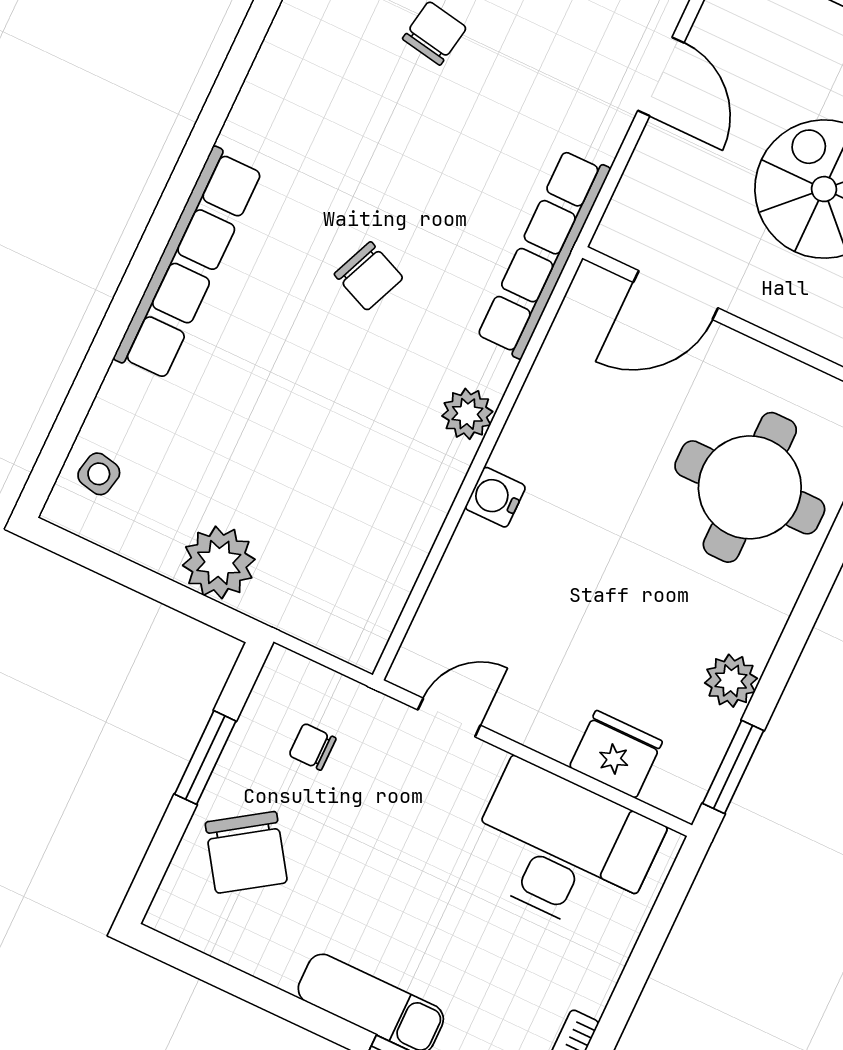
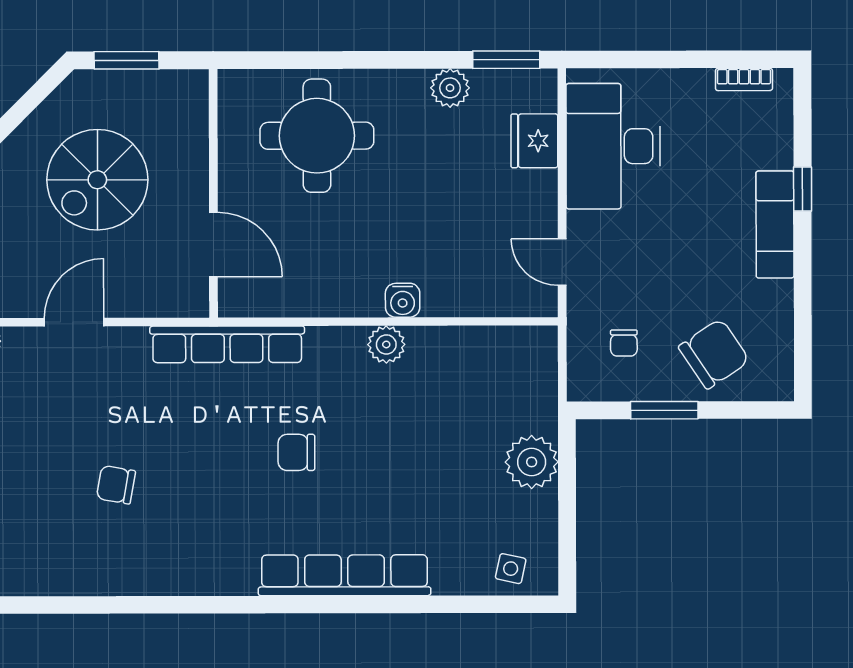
chair: (369, 276) -> (296, 452), turned -113
plant: (467, 414) -> (386, 344), moved

